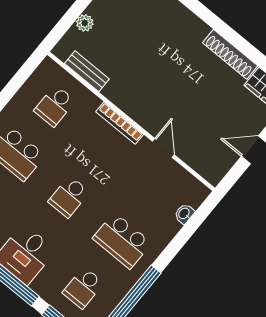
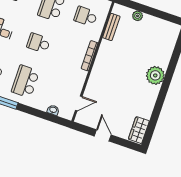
plant: (190, 30) -> (155, 75), added
shoe rack: (230, 54) -> (150, 102), removed
door: (163, 148) -> (79, 103), moved

